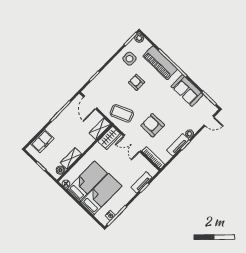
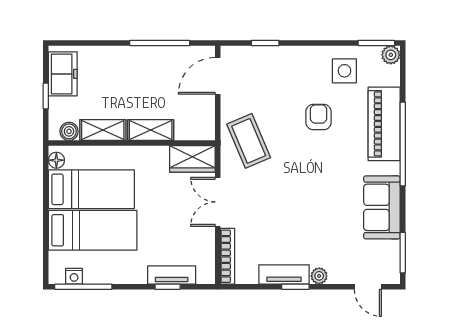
armchair: (153, 125) -> (276, 206), removed
shelving: (100, 129) -> (151, 130), moved
freezer: (42, 141) -> (63, 74), moved, turned -90

